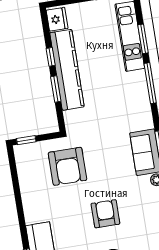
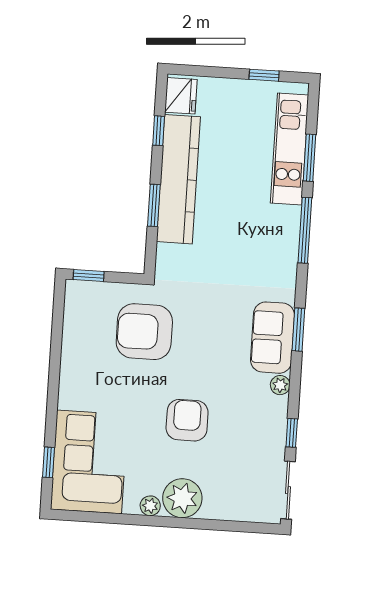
window: (51, 57) -> (159, 131), moved
armchair: (67, 166) -> (144, 332), turned 90

